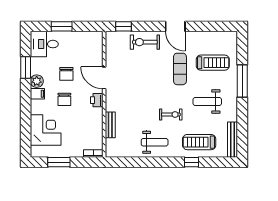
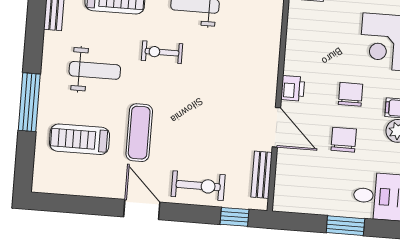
bench: (110, 125) -> (262, 175), moved

